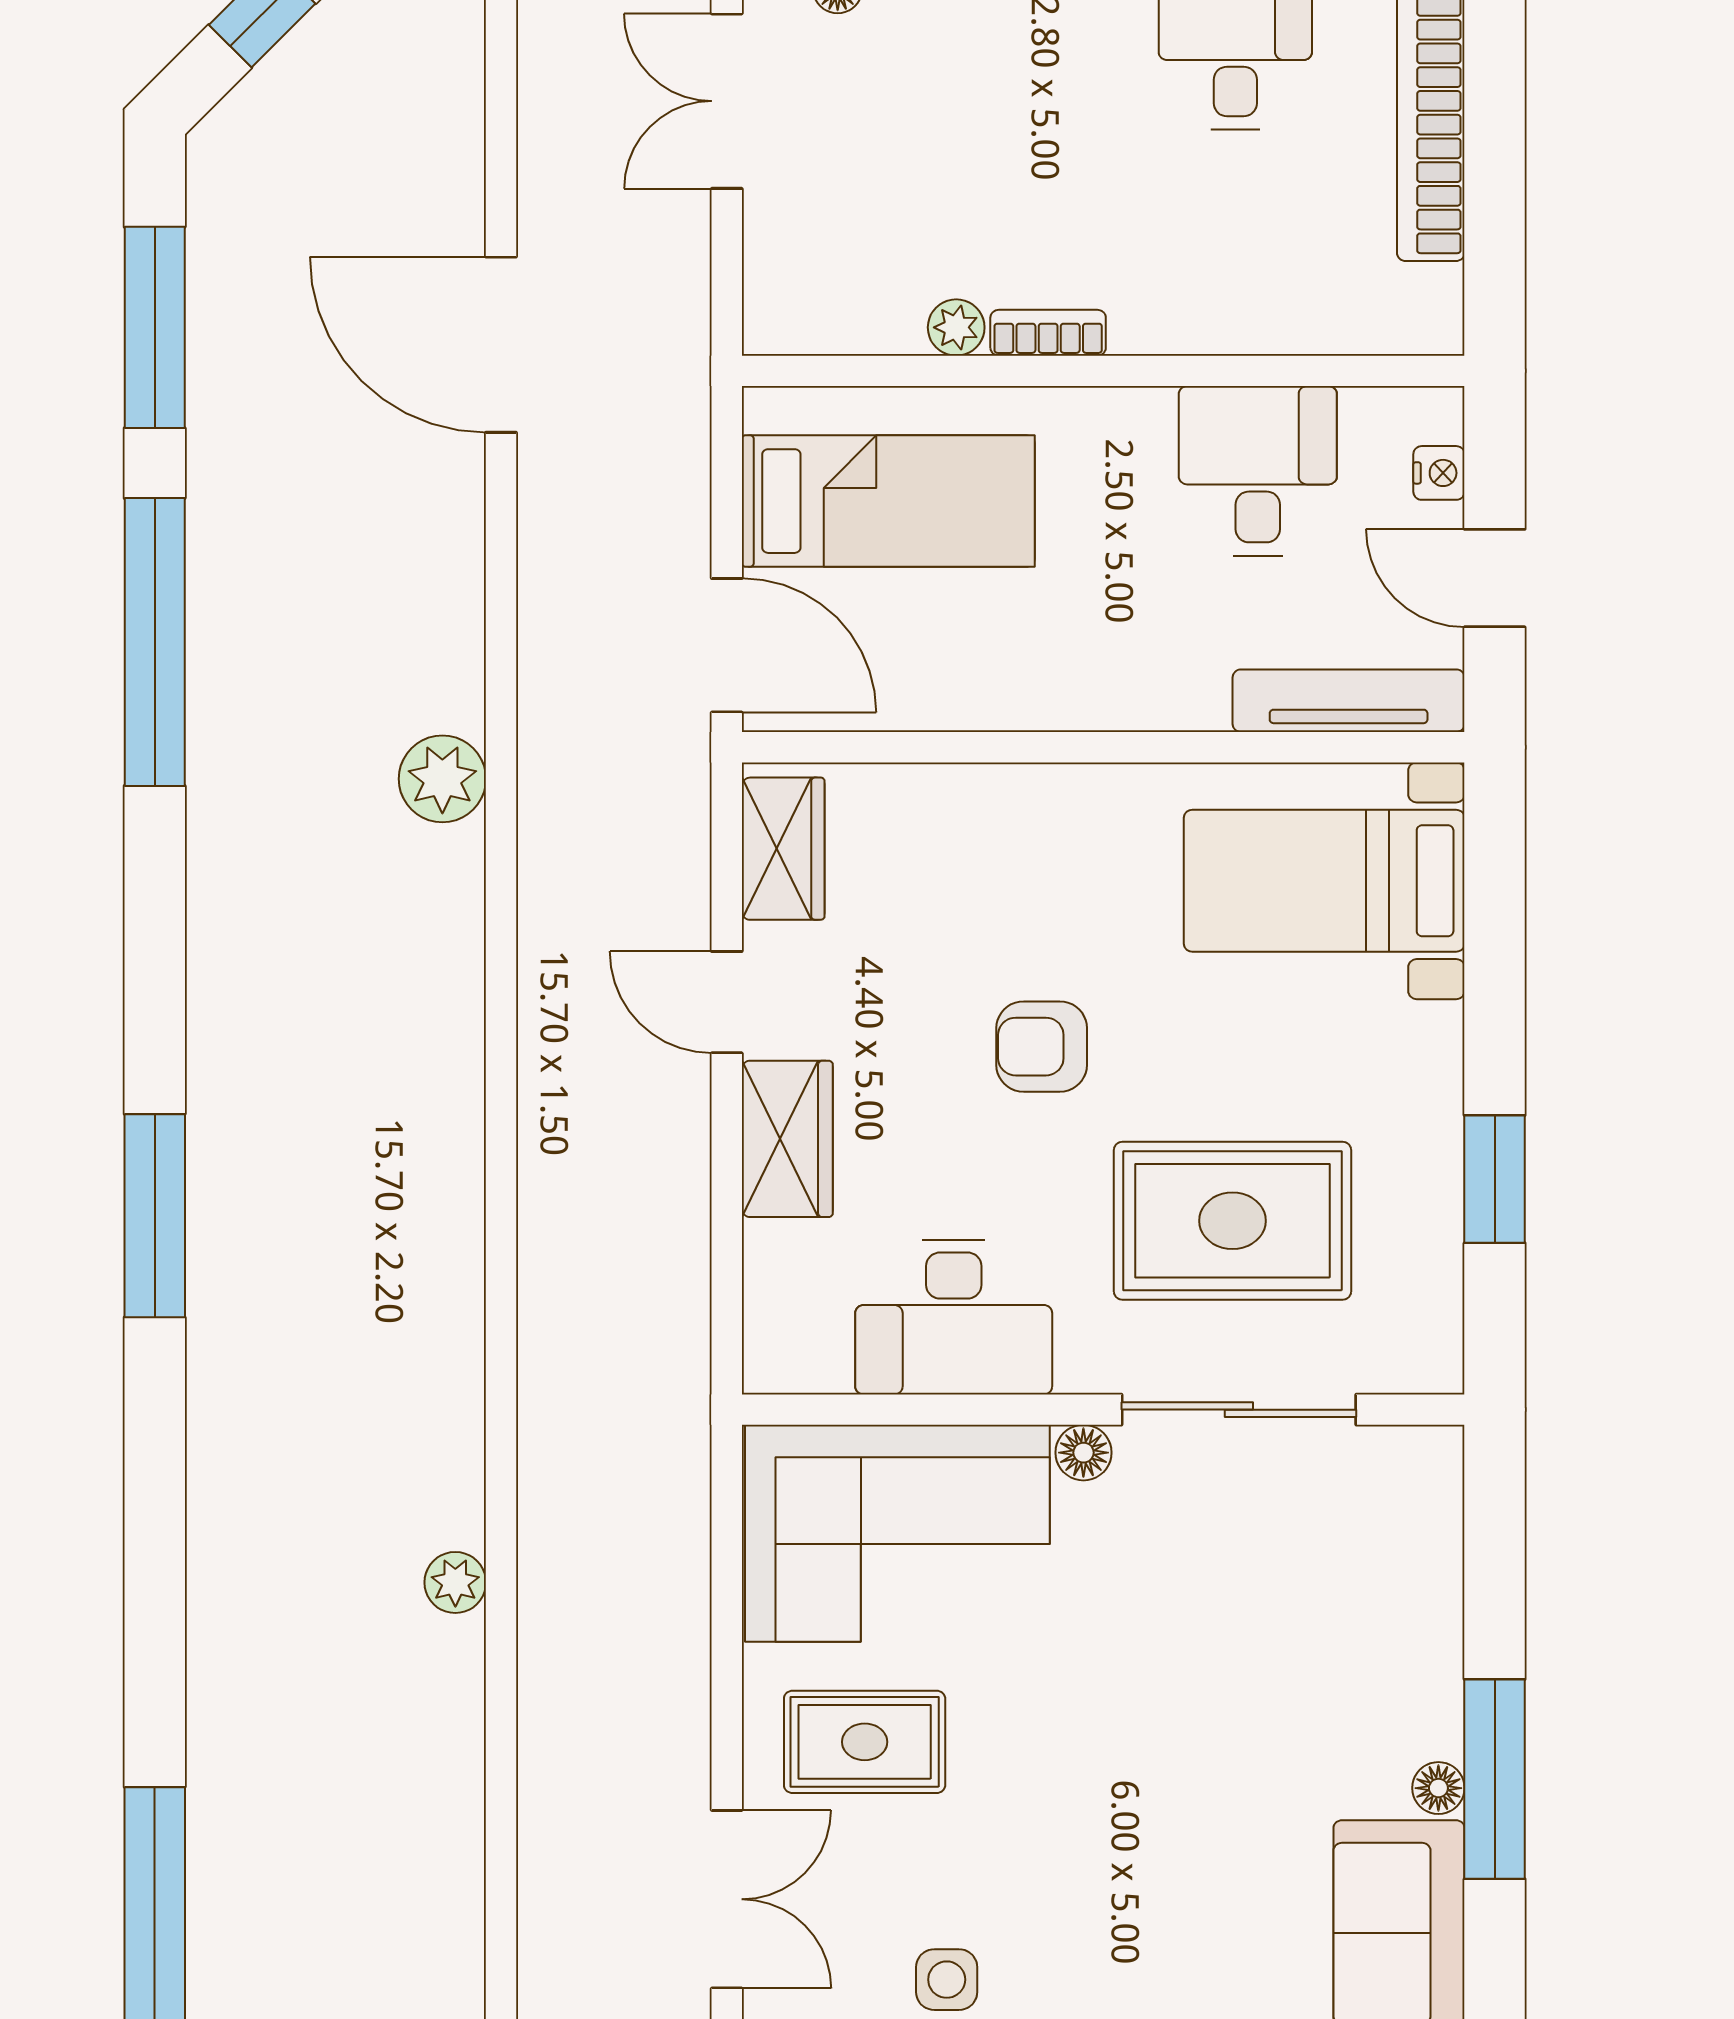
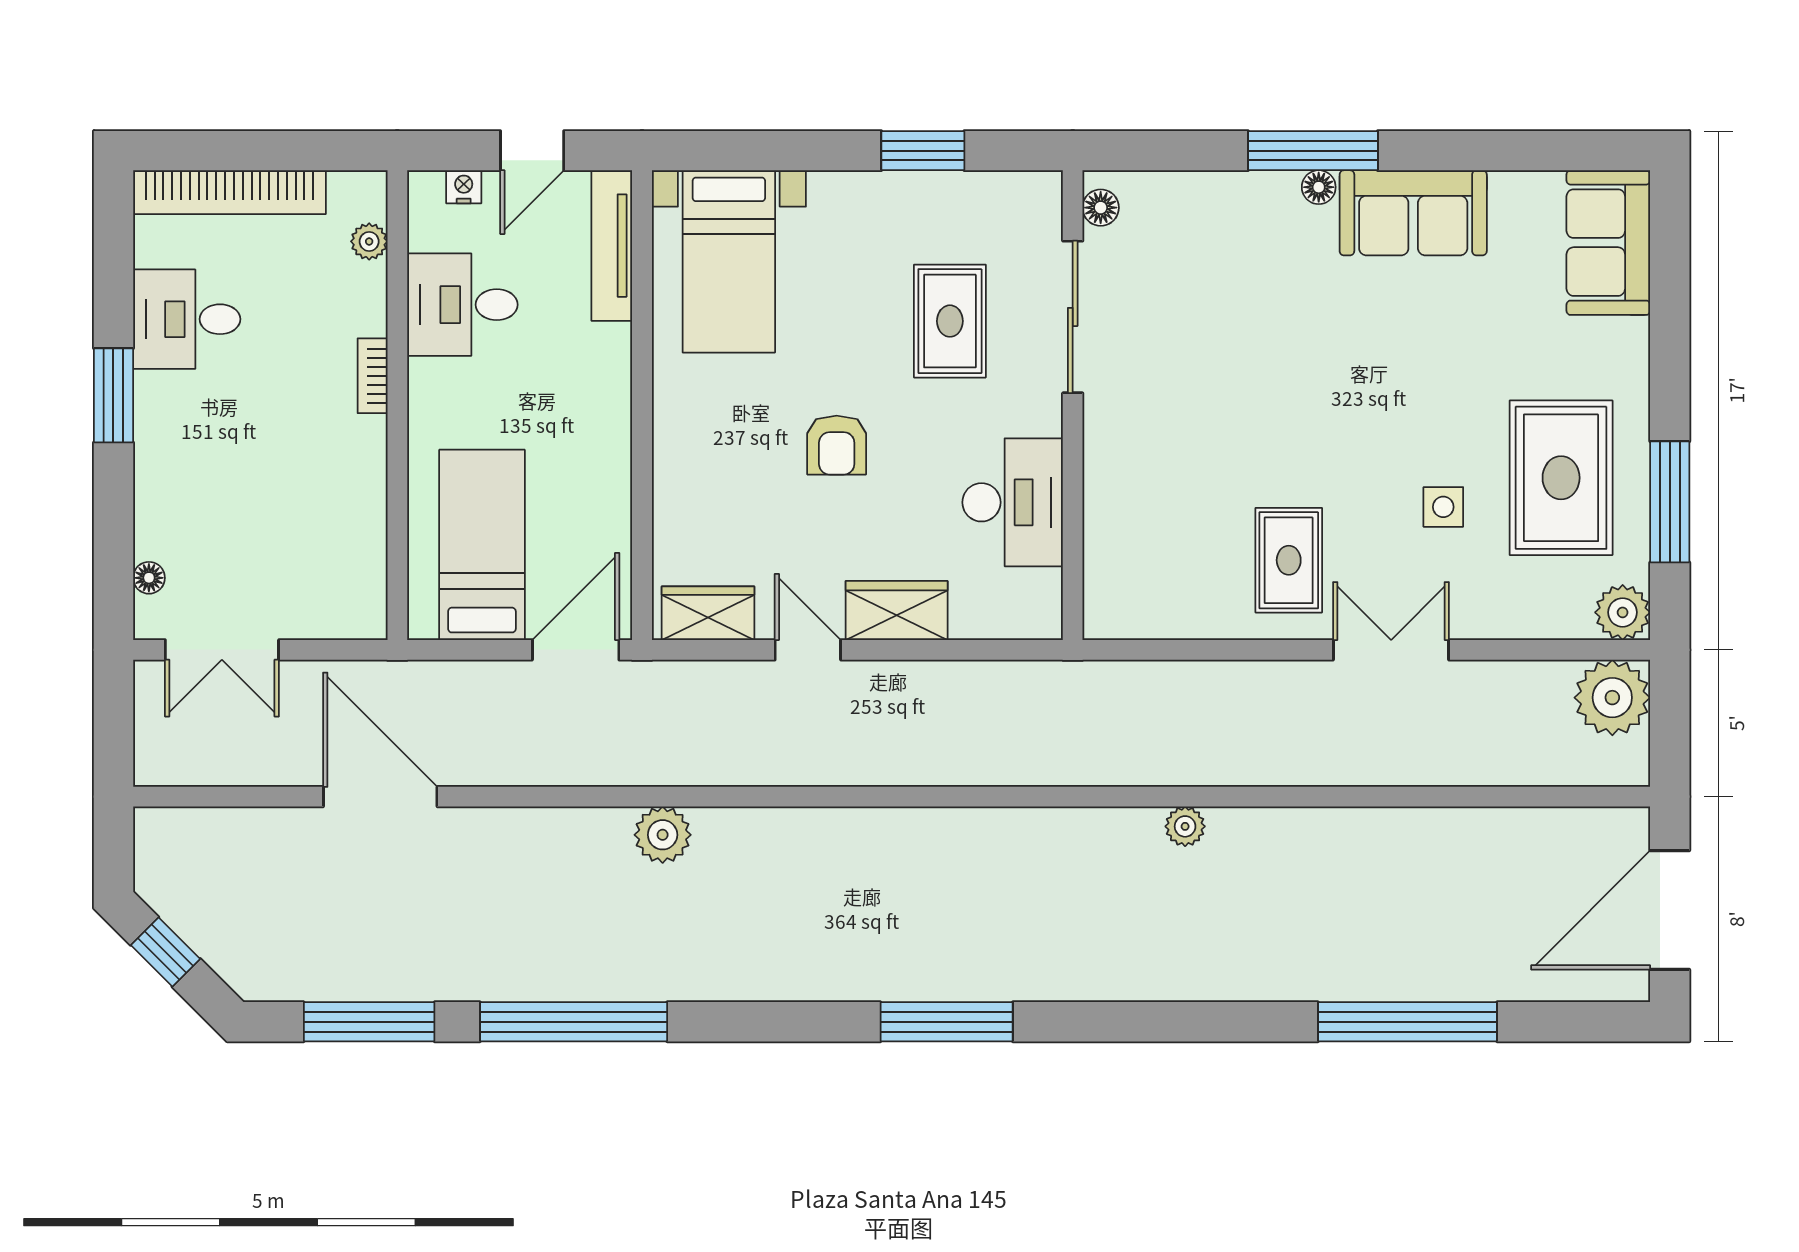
plant: (956, 327) -> (369, 241), moved
bookcase: (1048, 333) -> (373, 376), moved
door: (501, 345) -> (380, 797), swing flipped
door: (727, 1002) -> (808, 650), swing flipped
rug: (1232, 1221) -> (950, 321), width x0.73, depth x0.70
floor lamp: (1083, 1453) -> (1101, 208), moved
corner sofa: (897, 1533) -> (1153, 539), removed

